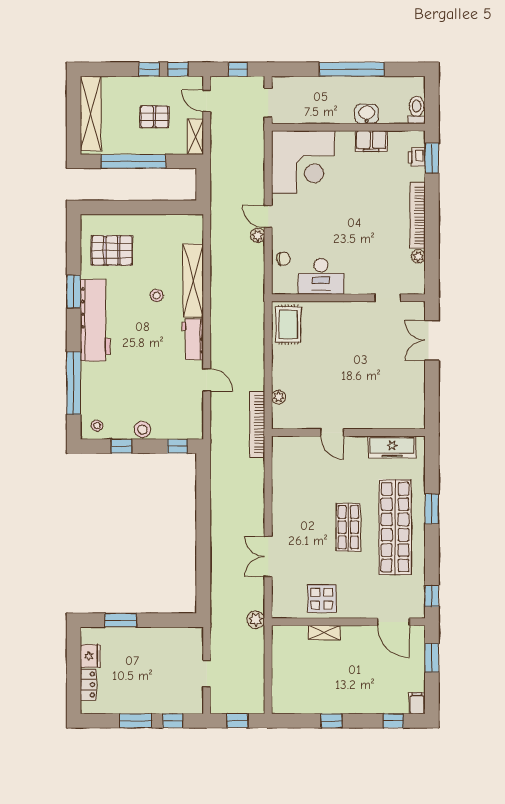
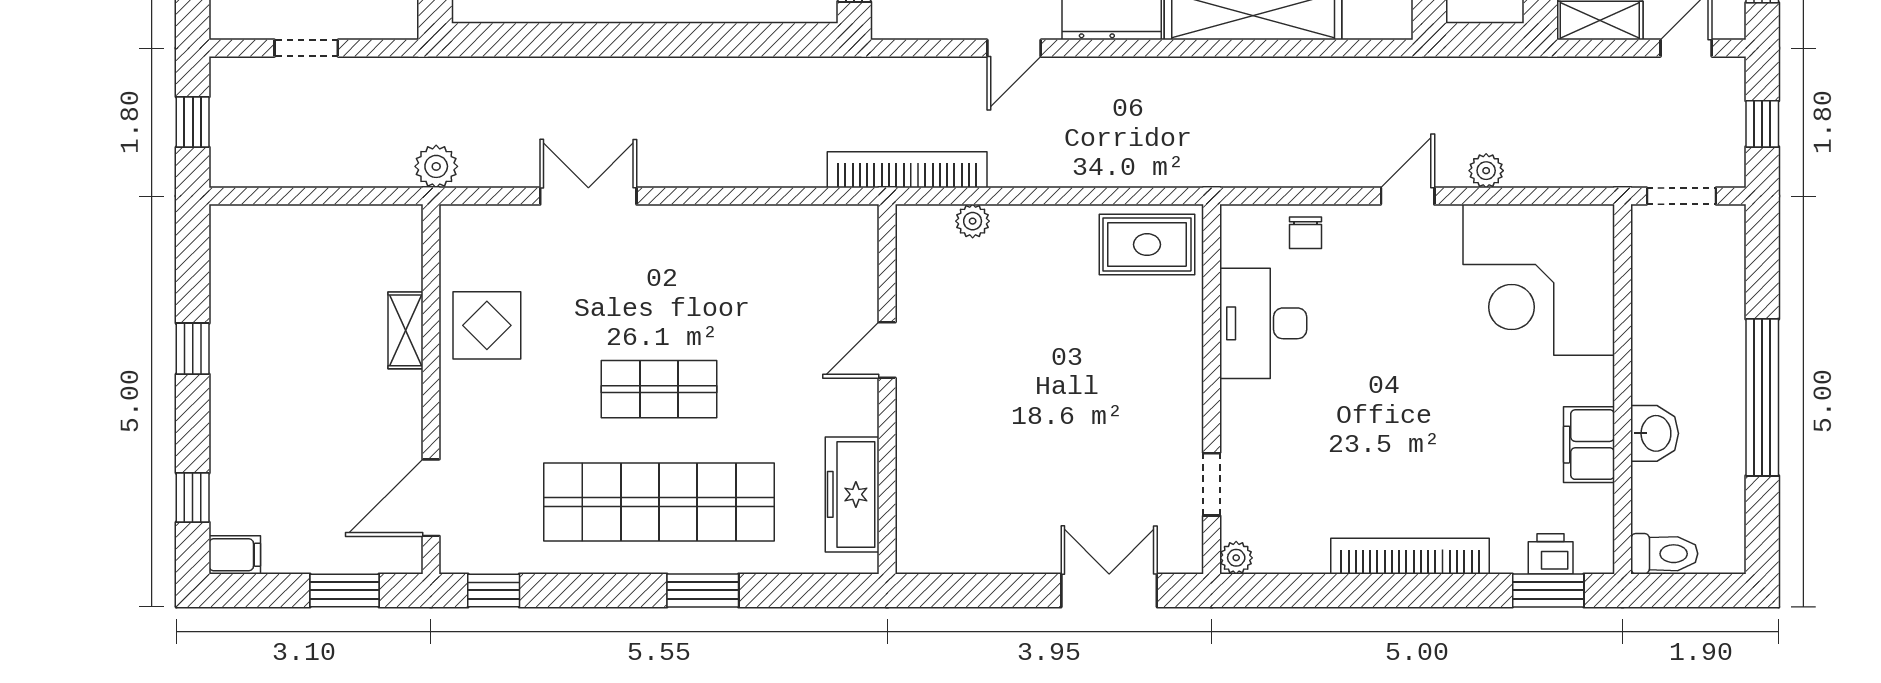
plant: (258, 235) -> (1486, 171), moved
plant: (418, 256) -> (1236, 558), moved

